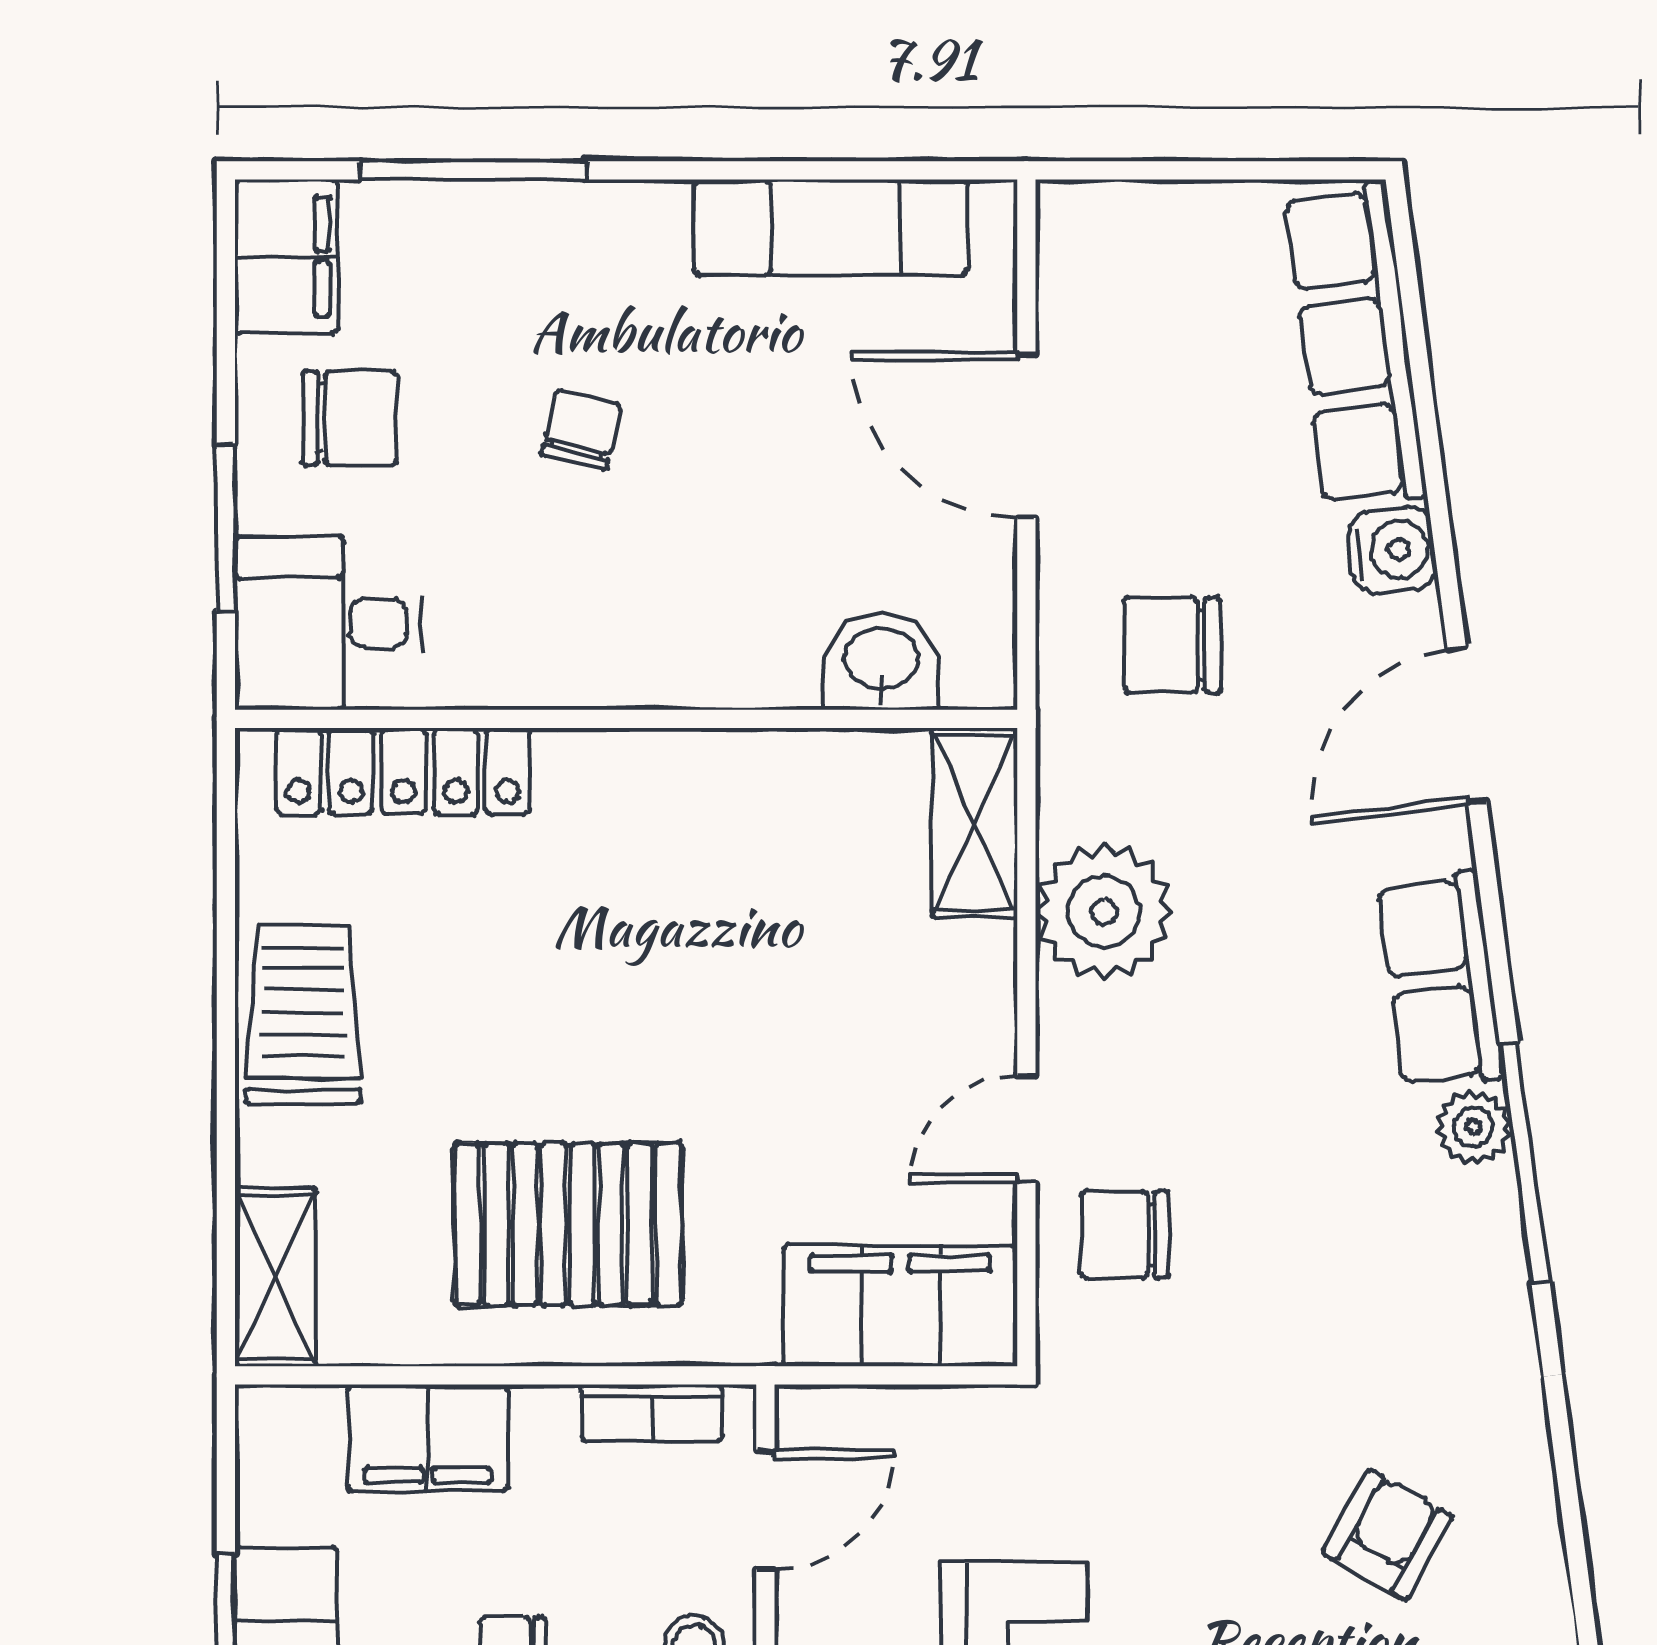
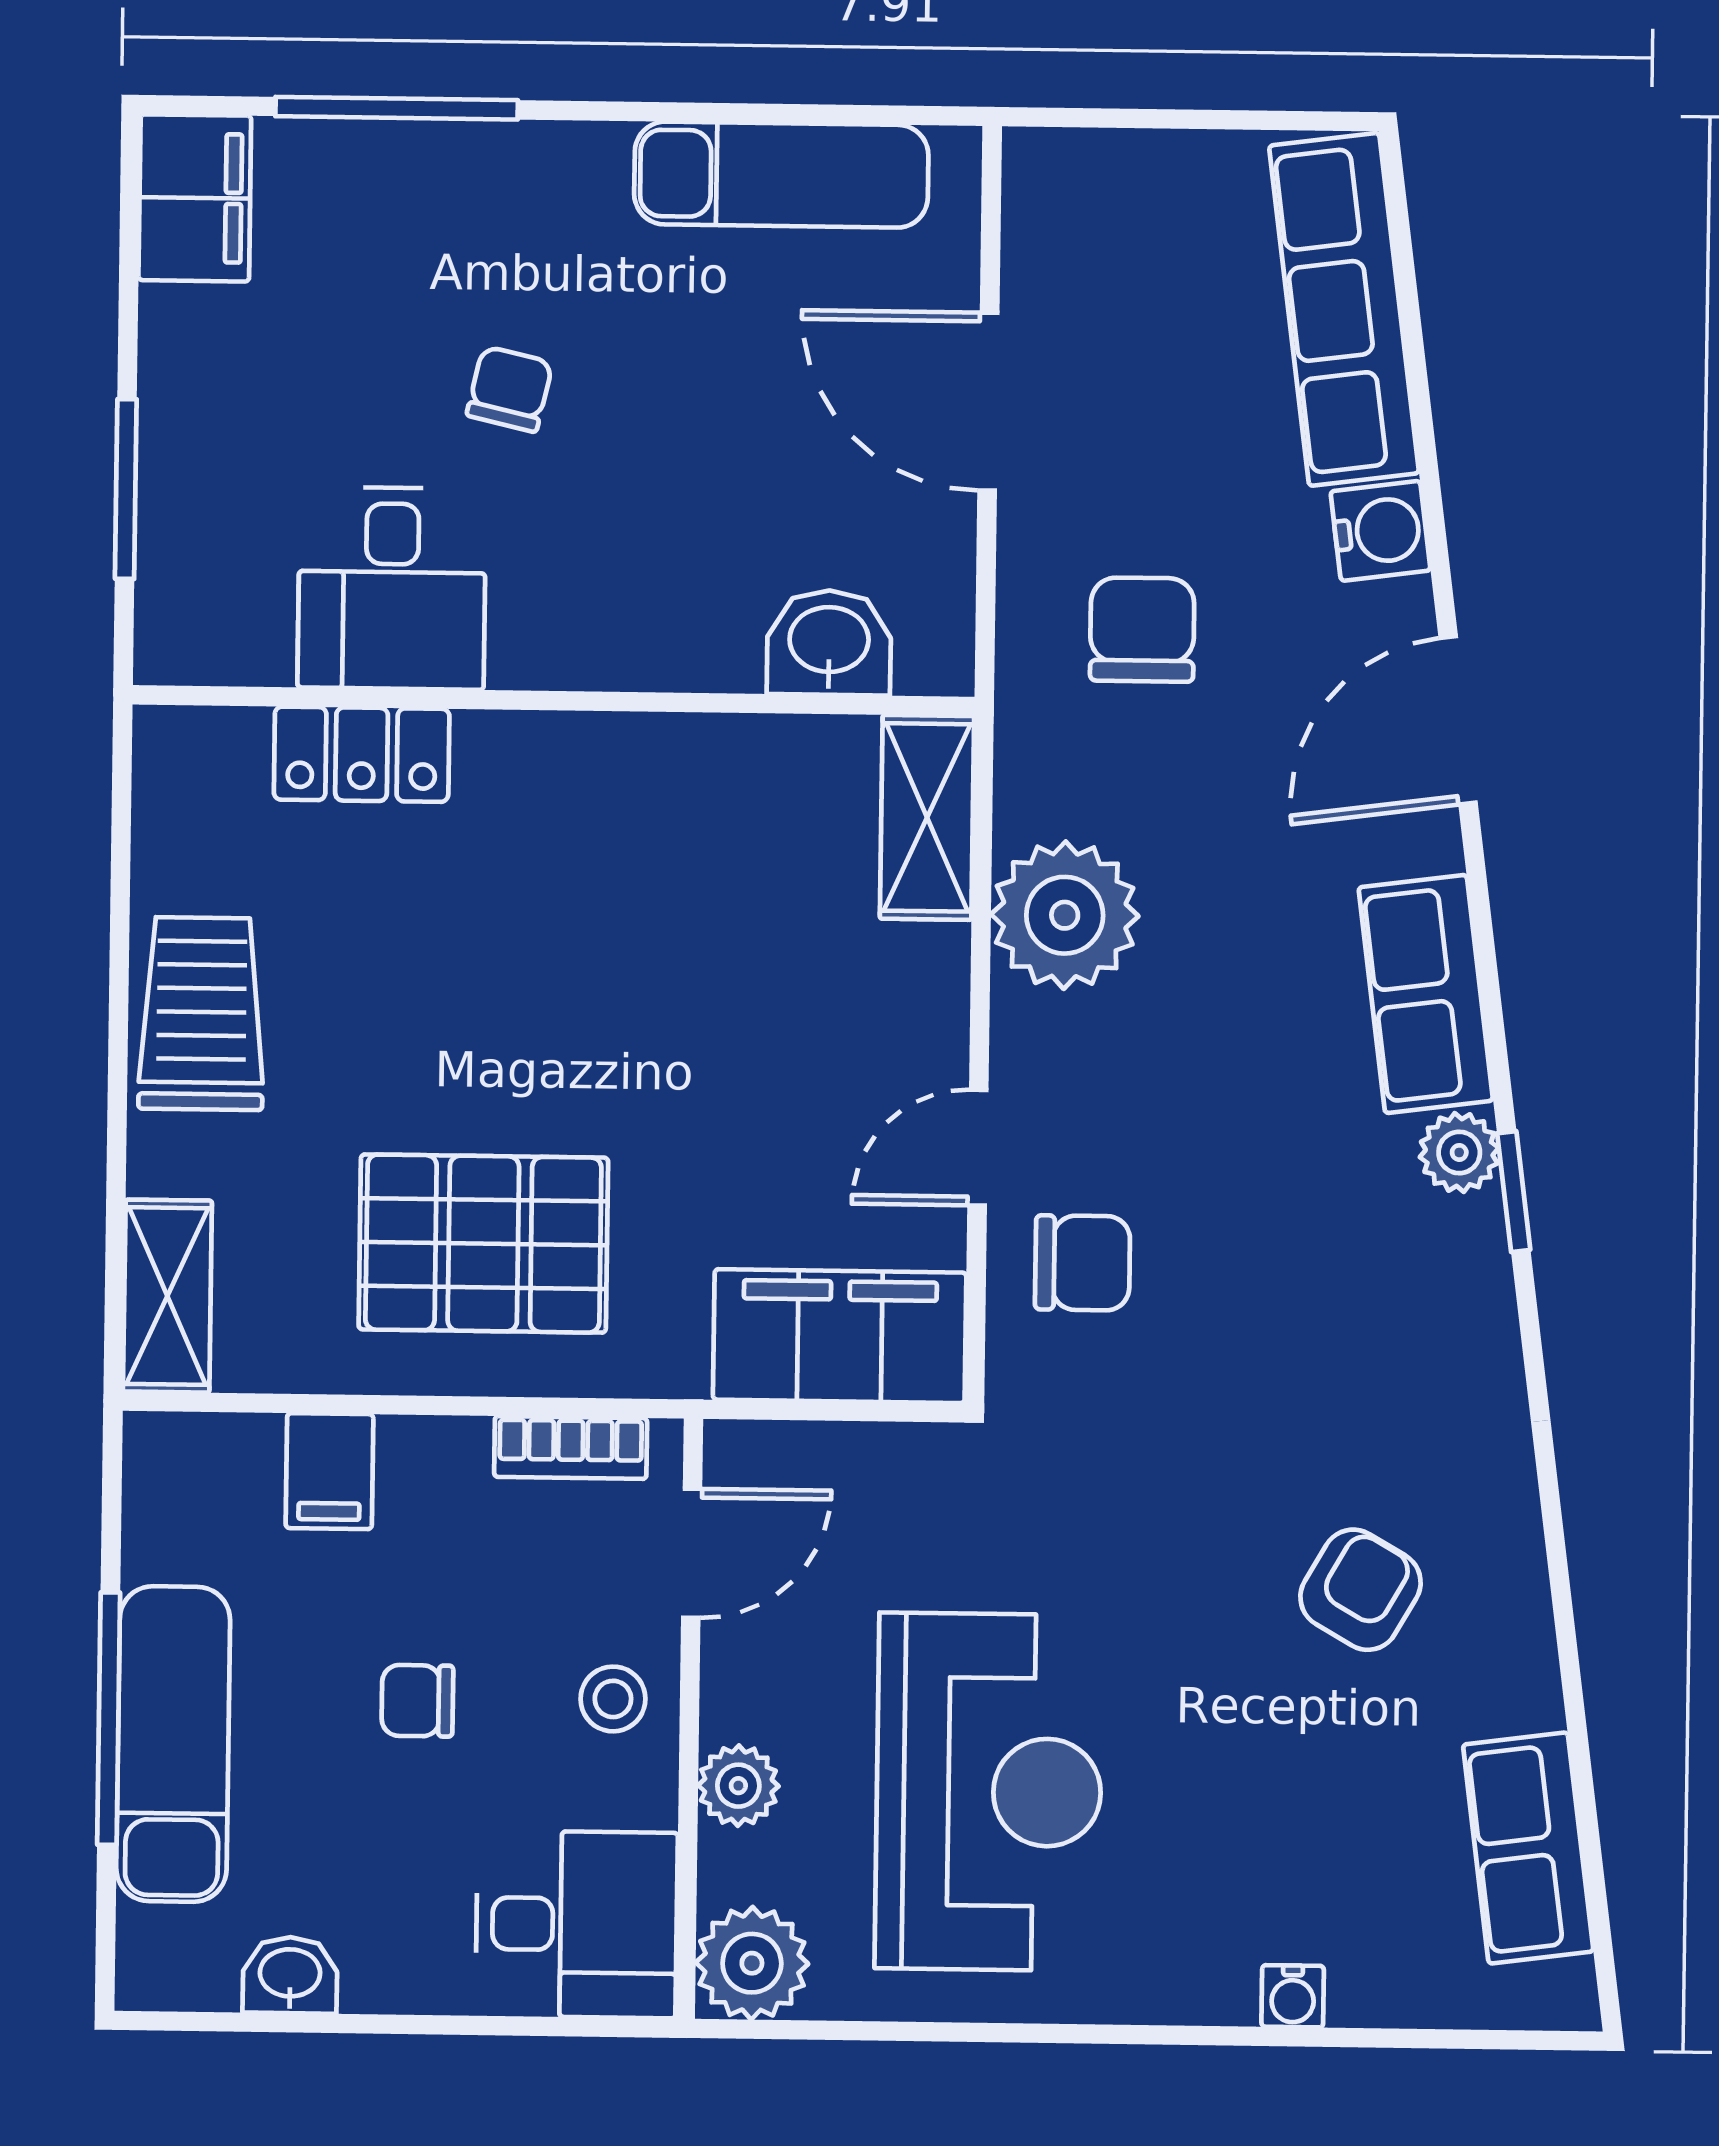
chair: (350, 418) -> (261, 373), removed
desk: (328, 623) -> (392, 588), moved, turned -90
chair: (1172, 645) -> (1142, 630), turned 90
locker: (403, 771) -> (362, 754), width x0.66
window: (1525, 1163) -> (1514, 1192), width x0.46
chair: (1125, 1235) -> (1083, 1263), turned 180
filing cabinet: (428, 1438) -> (329, 1471), width x0.50

